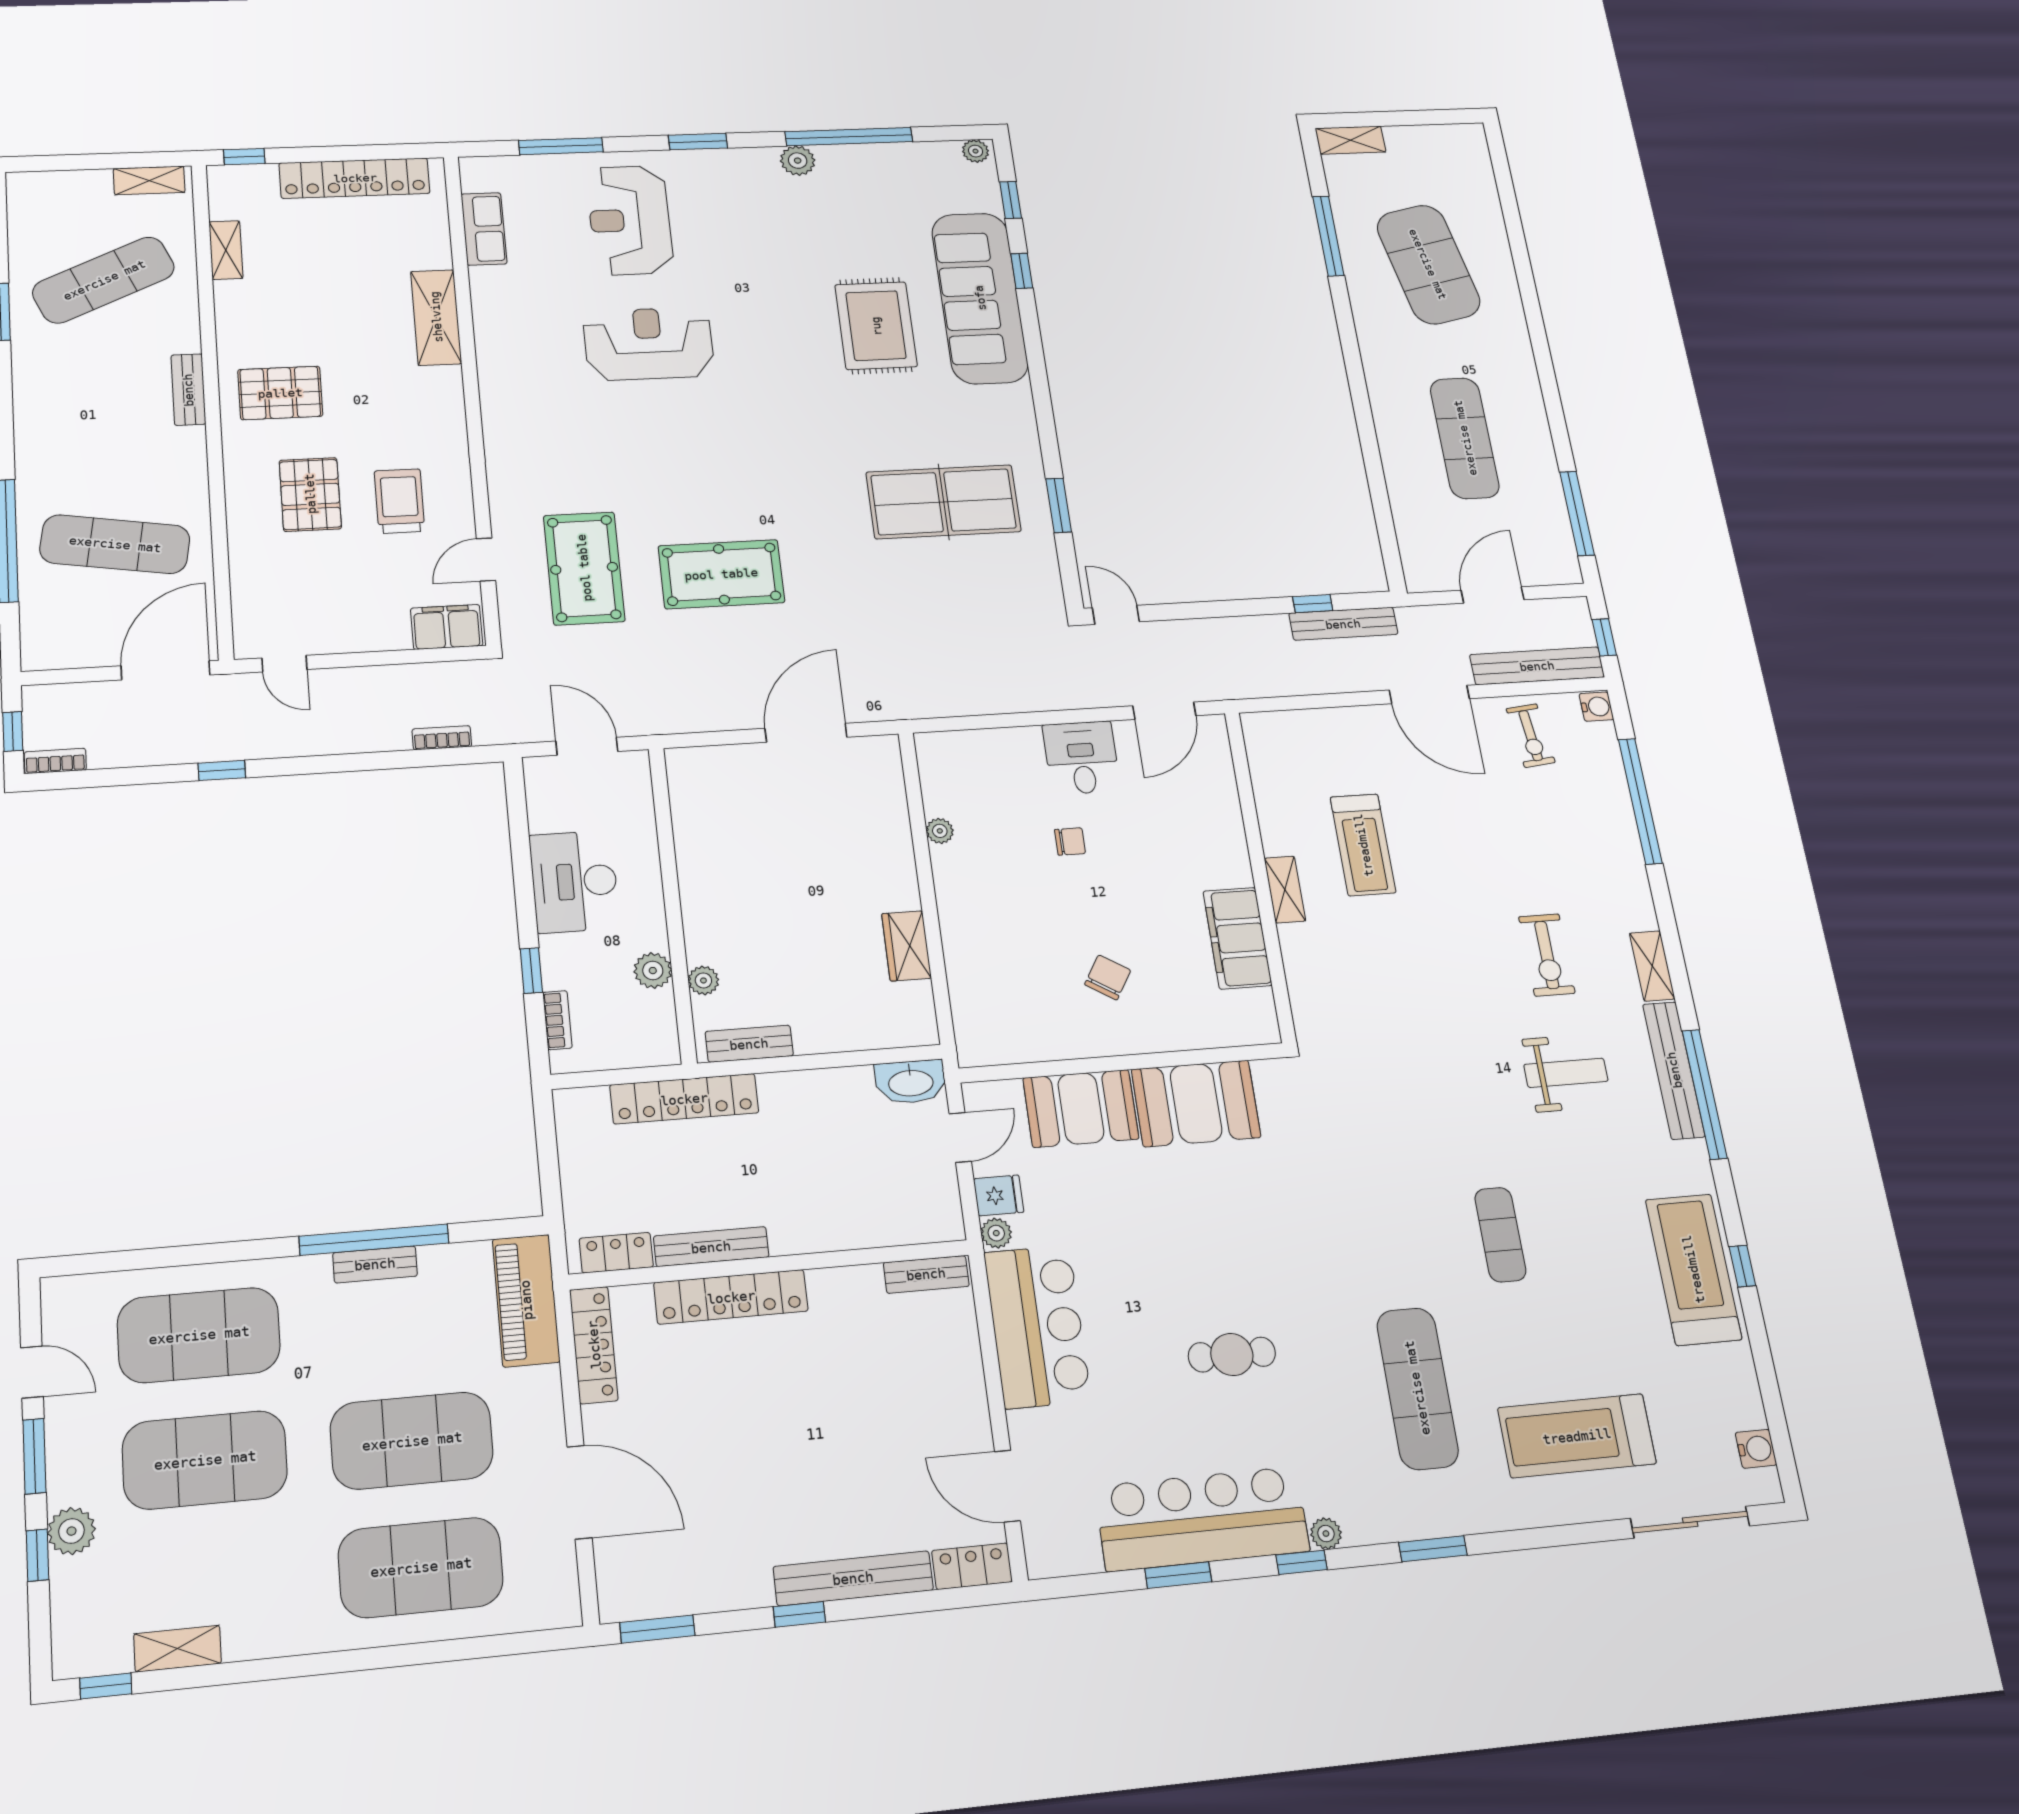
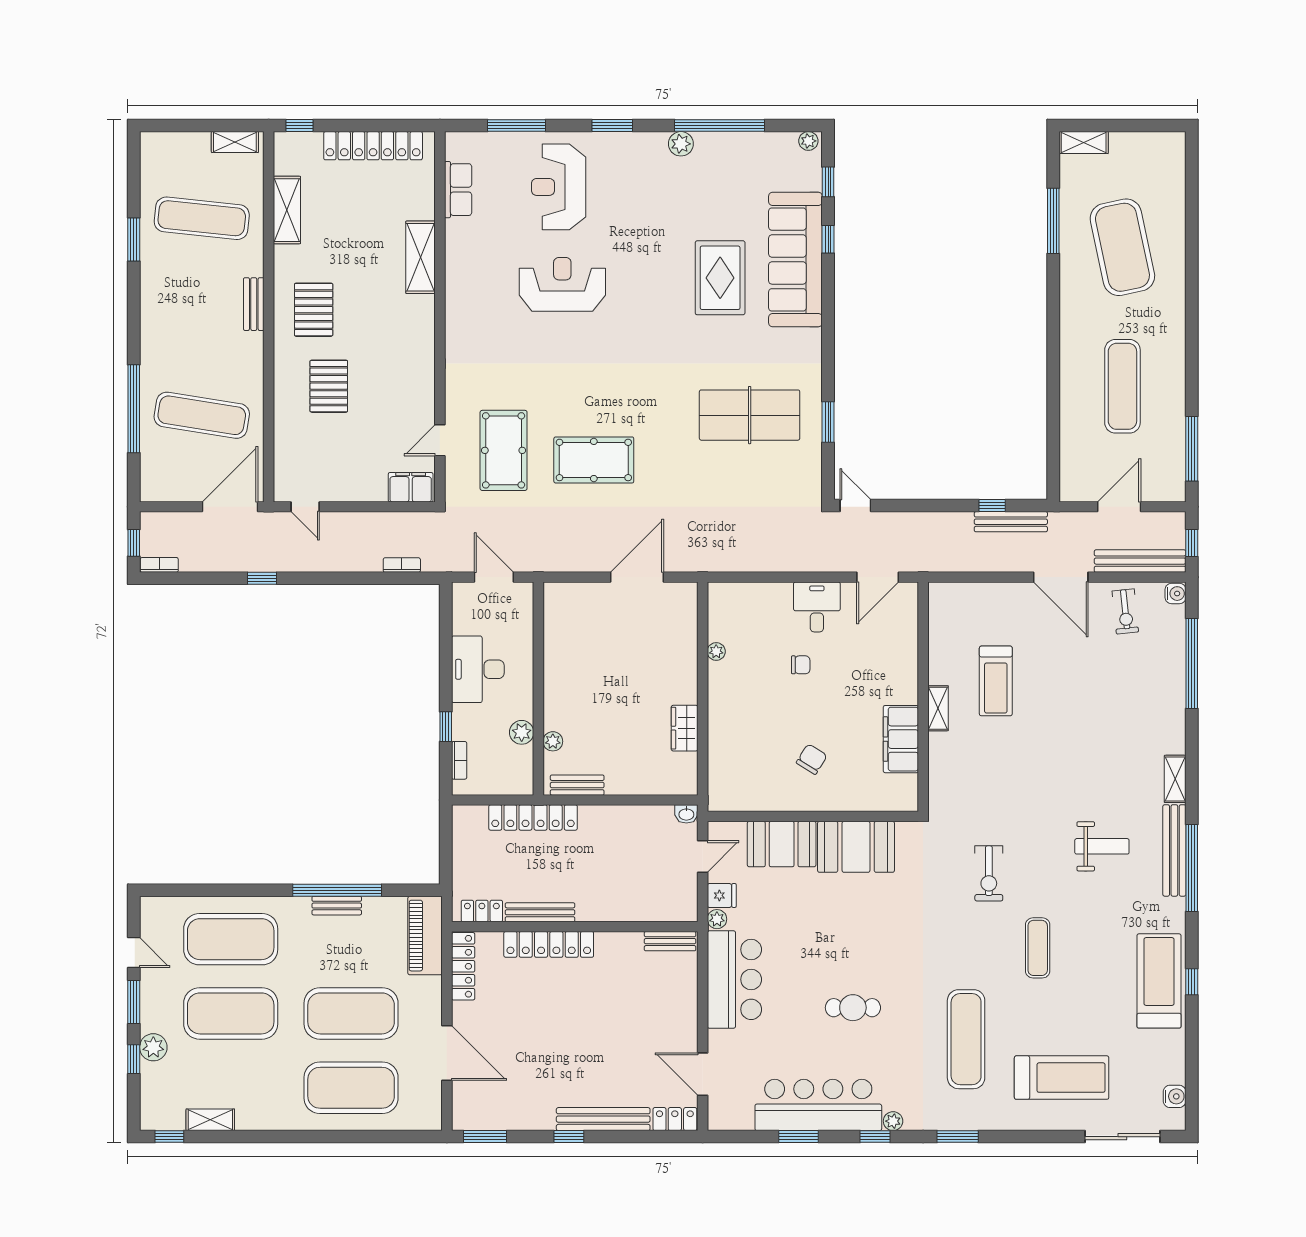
shelving: (226, 250) -> (287, 210), width x1.50, depth x1.33
exercise mat: (104, 280) -> (202, 218), turned 30
pallet: (280, 393) -> (314, 310), turned 90
trolley: (400, 501) -> (387, 394), removed
exercise bike: (1547, 955) -> (989, 873), moved
washbasin: (911, 1082) -> (686, 814), width x0.52, depth x0.69
treadmill: (1577, 1436) -> (1062, 1078), turned 180

